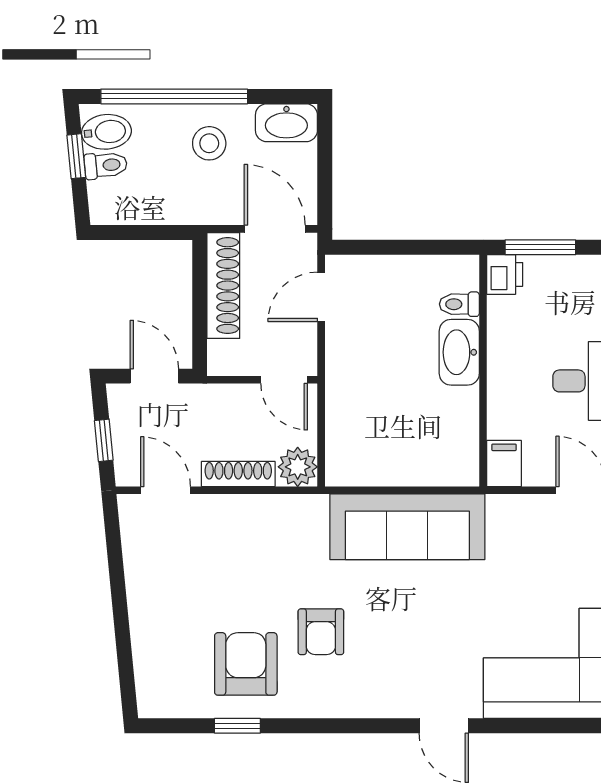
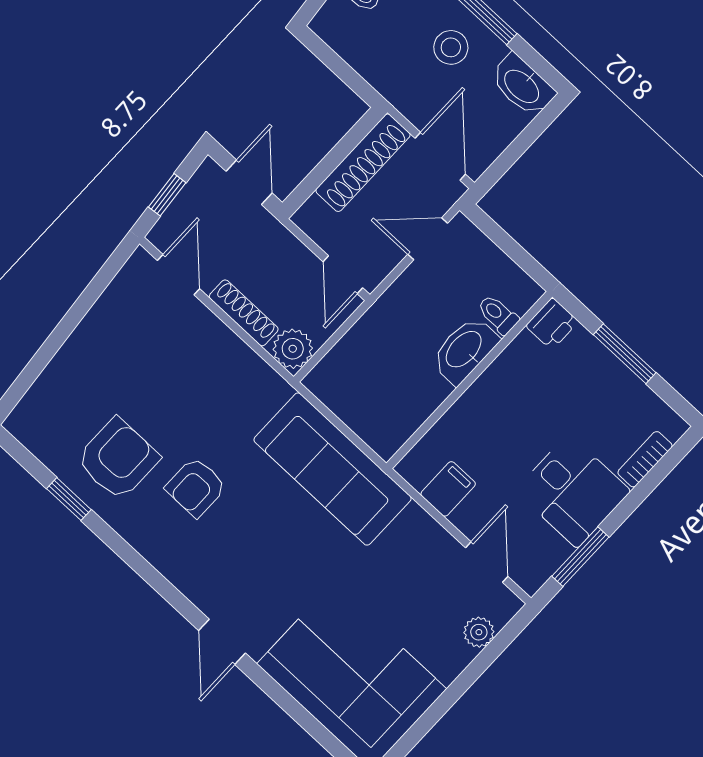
printer: (505, 274) -> (552, 324), moved
toilet: (459, 304) -> (498, 314), moved
washbasin: (459, 352) -> (465, 350), moved
wall: (483, 371) -> (469, 380), moved

